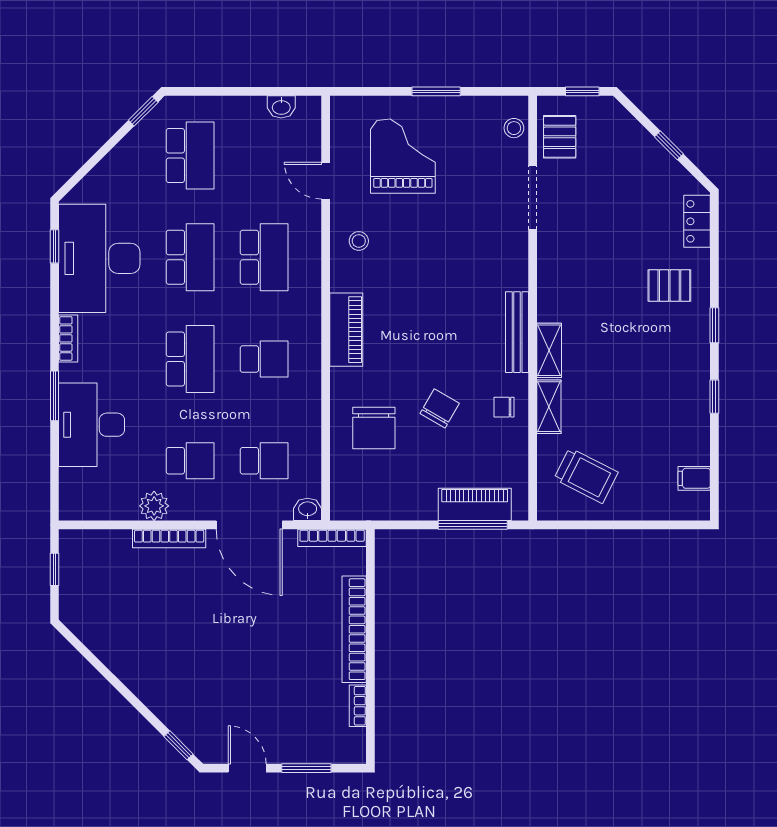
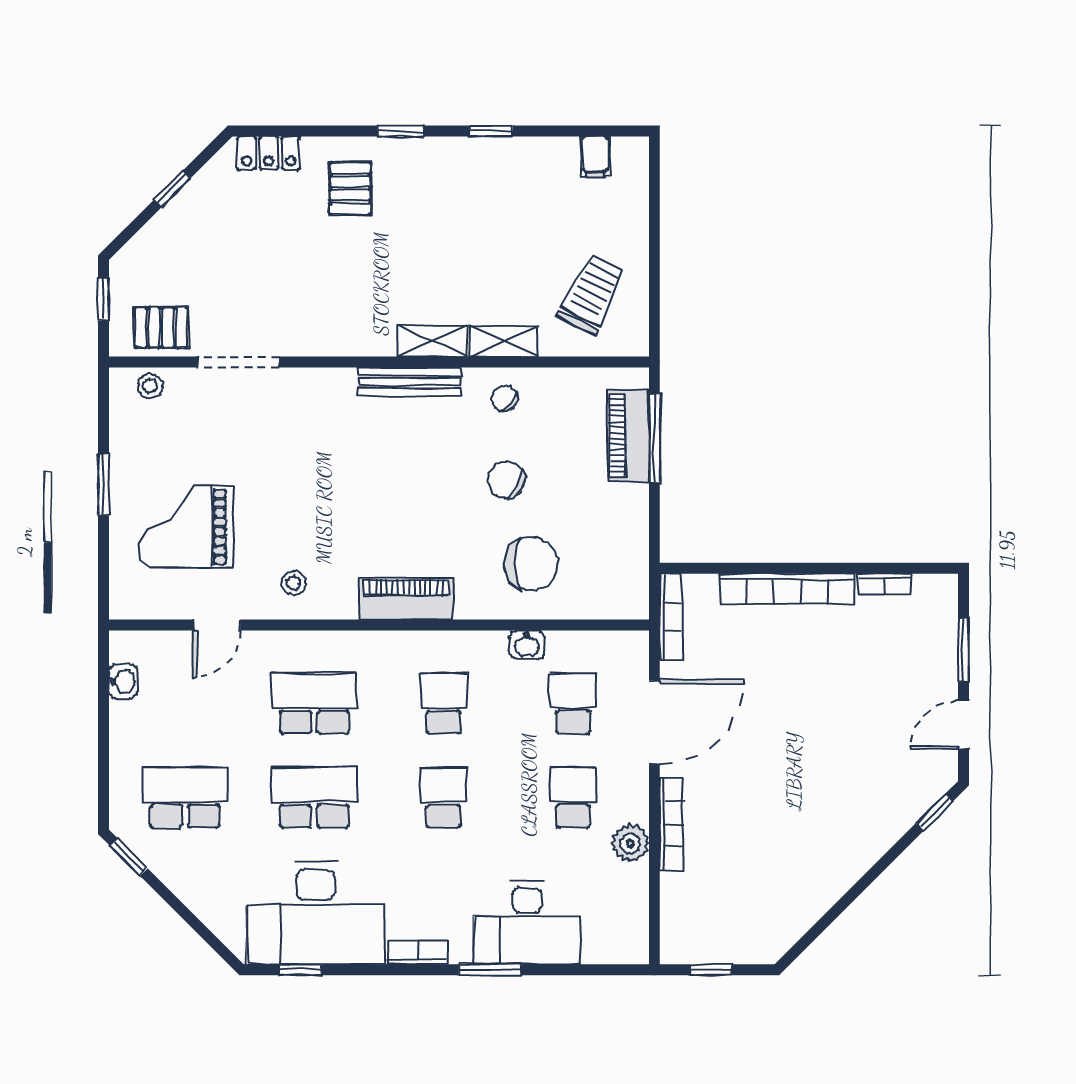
school desk: (190, 359) -> (444, 797), width x0.54
chair: (504, 407) -> (505, 398), turned 132
washbasin: (308, 509) -> (527, 645), moved, turned -90

